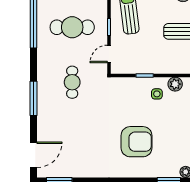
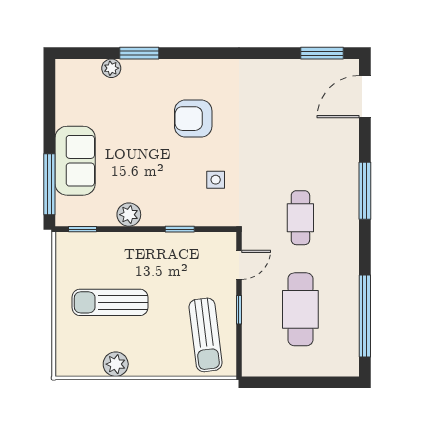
cafe table: (72, 27) -> (300, 309), turned 90
side table: (157, 94) -> (216, 180), moved
armchair: (137, 142) -> (193, 119), width x0.73, depth x0.73

